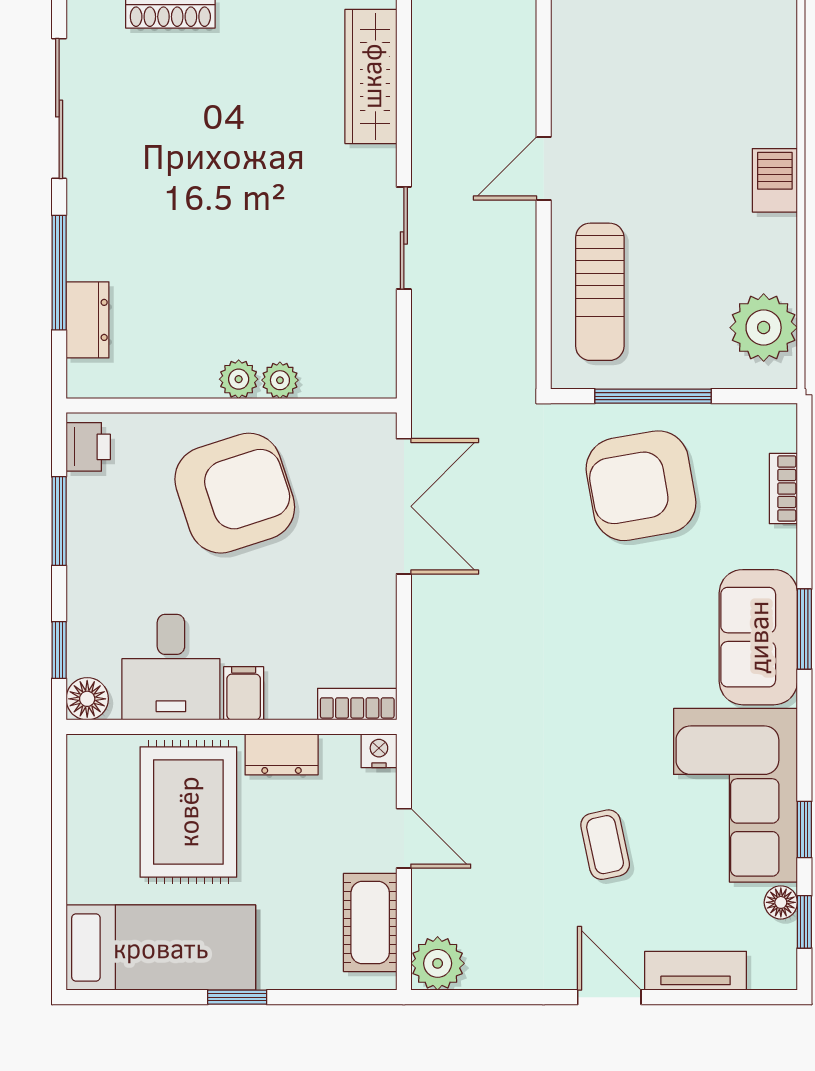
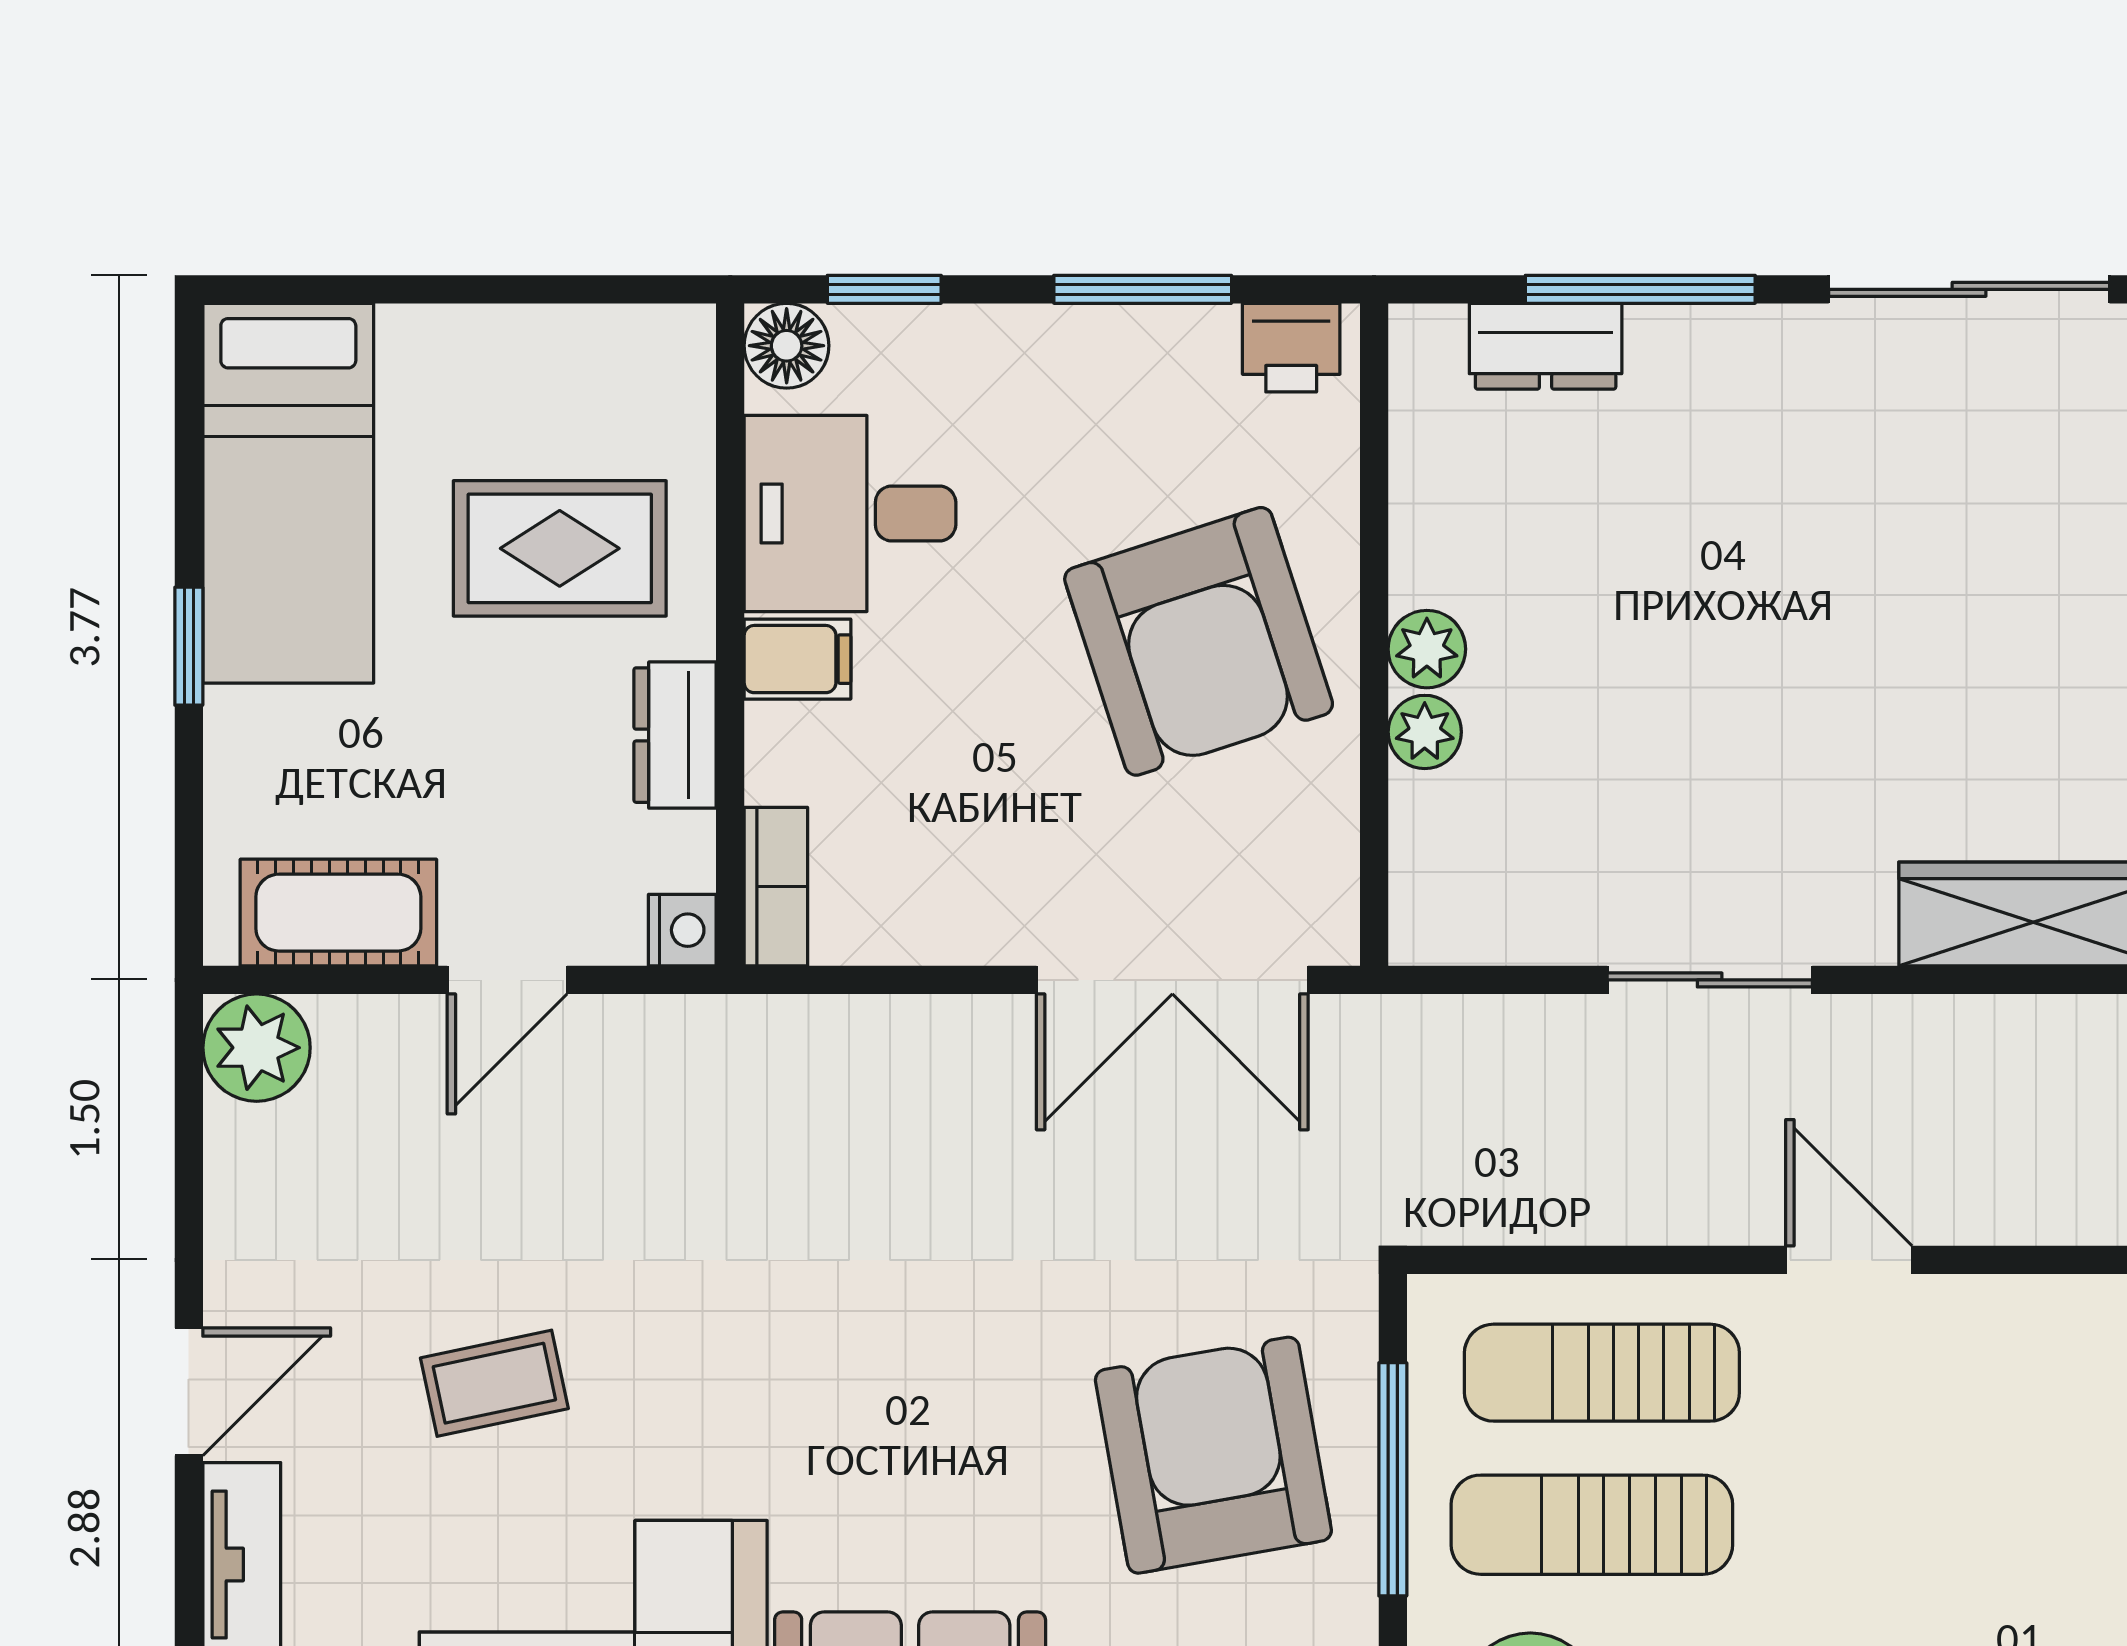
sun lounger: (676, 297) -> (1592, 1525), added
rug: (188, 812) -> (560, 548), width x0.73, depth x0.70

